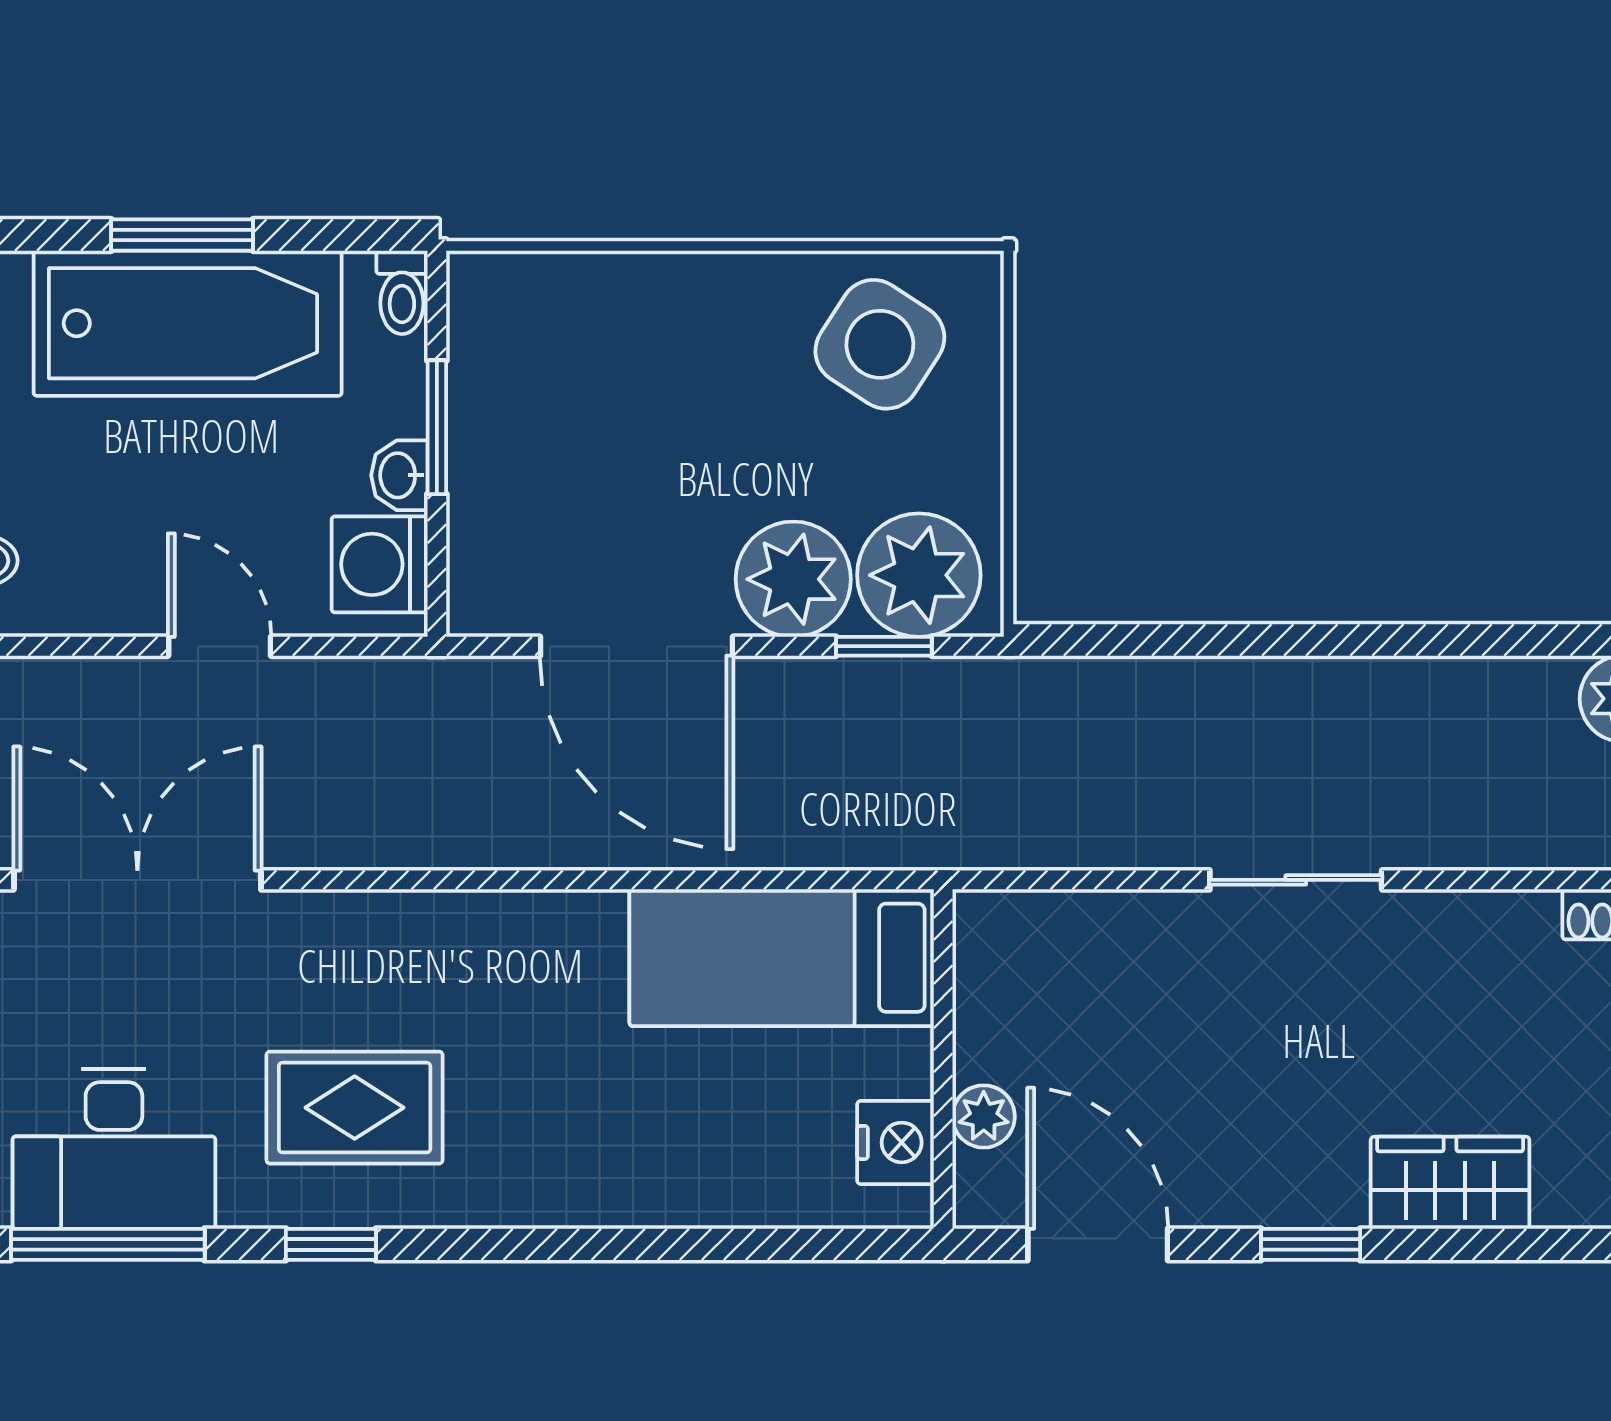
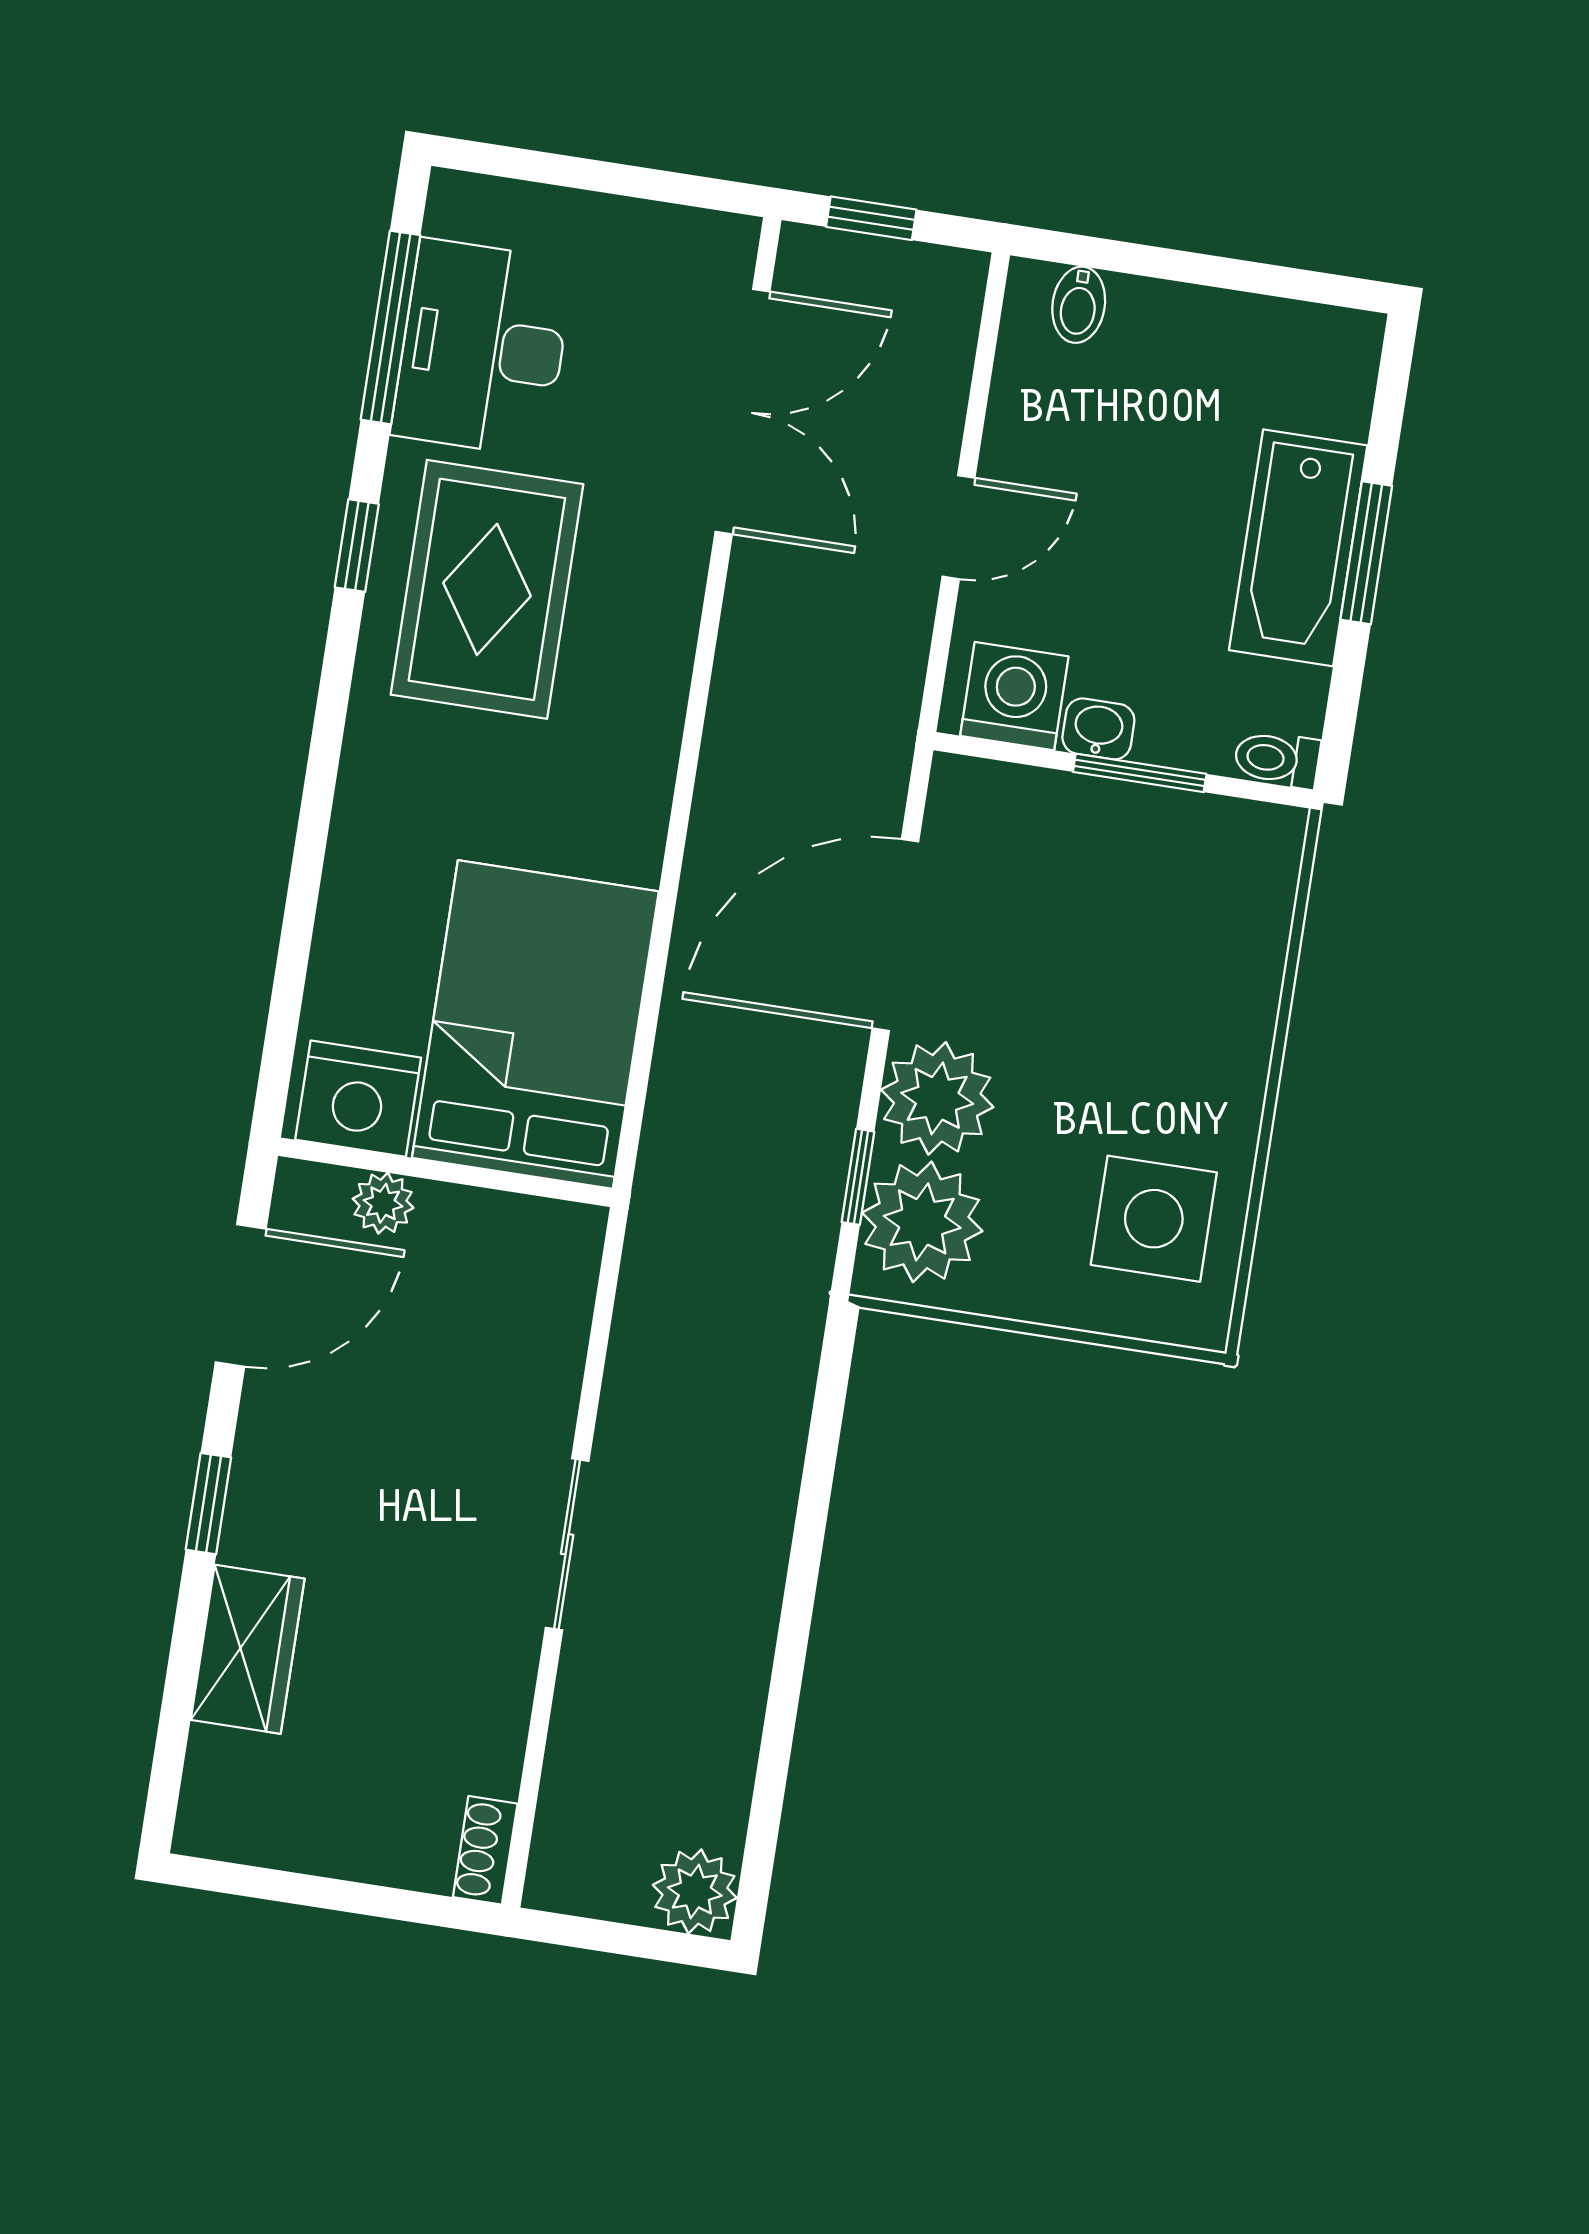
bathtub: (188, 323) -> (1298, 548), width x0.73, depth x0.73
side table: (880, 344) -> (1154, 1219), turned -33
bed: (782, 958) -> (535, 1025), width x1.50
rug: (355, 1108) -> (487, 589), width x1.36, depth x1.43
nightstand: (895, 1142) -> (358, 1099), width x1.36, depth x1.33

